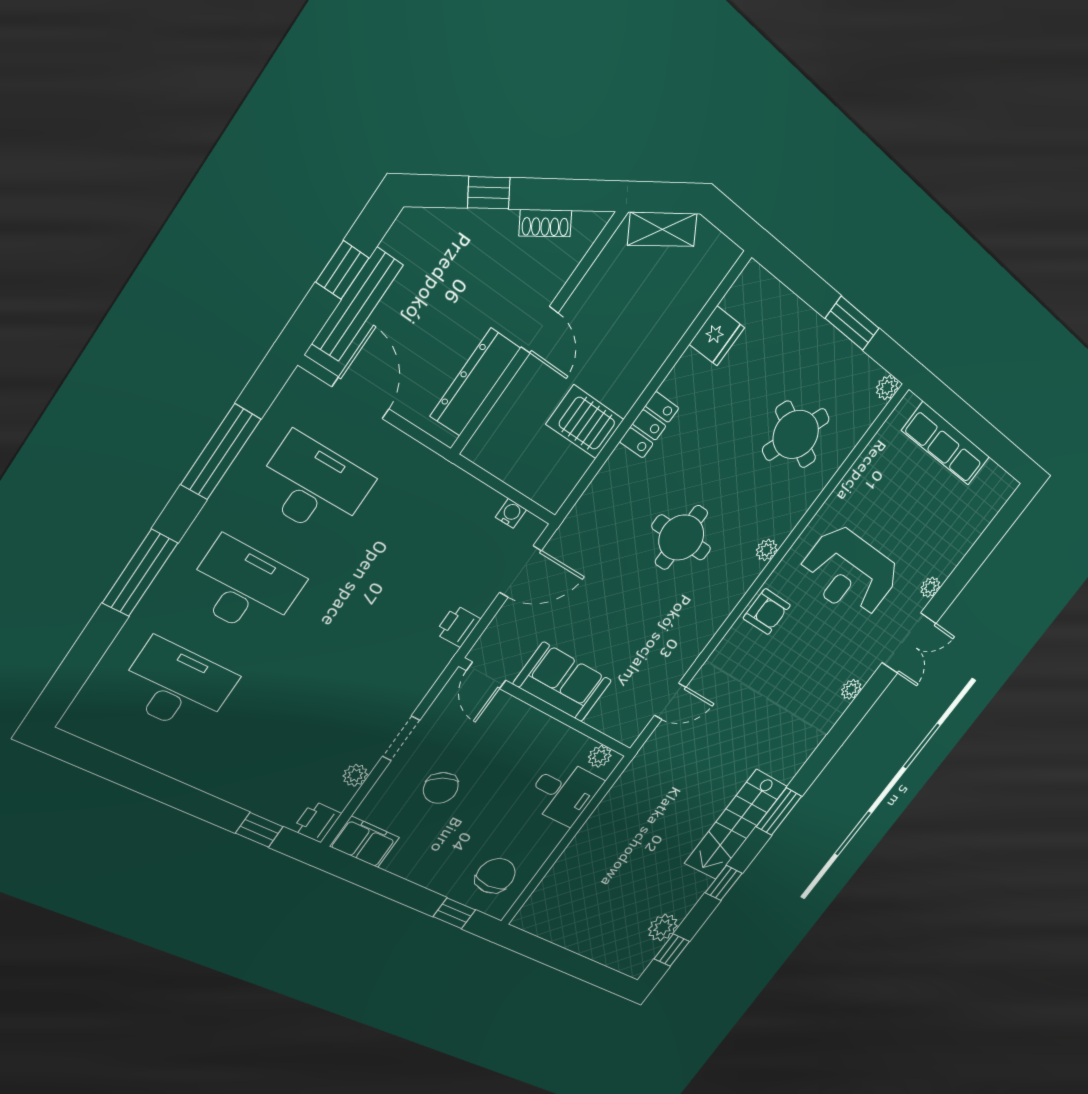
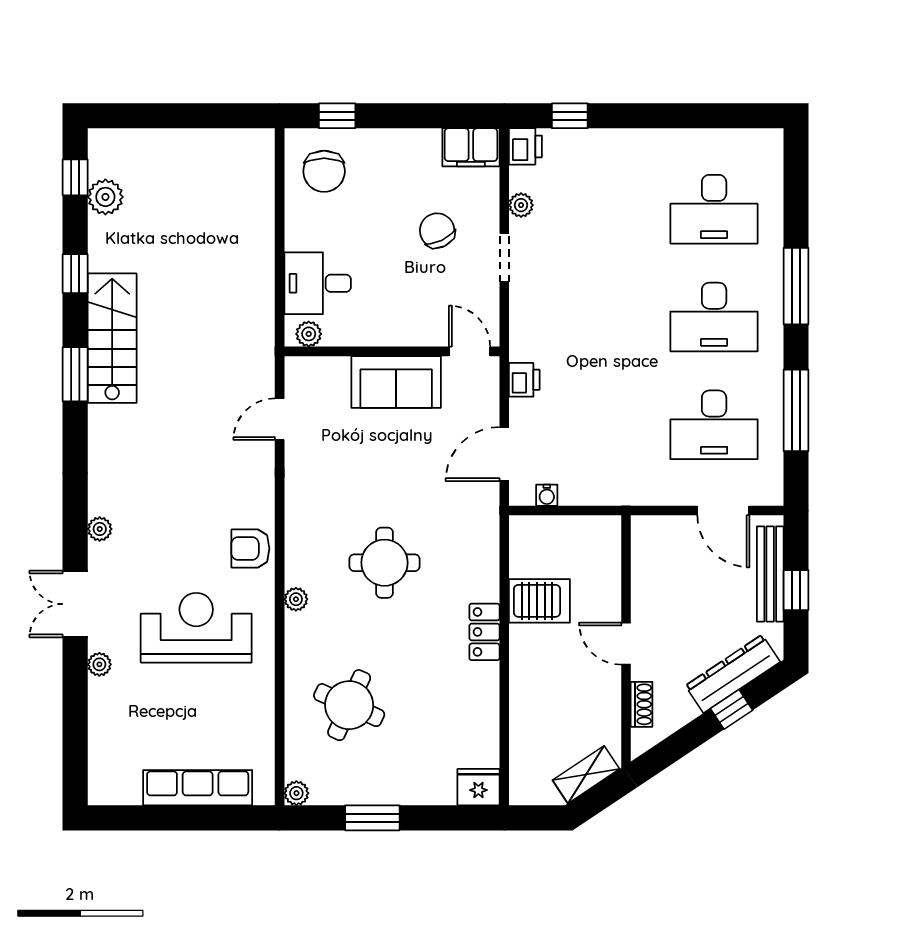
shoe rack: (545, 223) -> (642, 704), moved, turned 124
fridge: (717, 336) -> (478, 787), moved, turned 90
dresser: (475, 382) -> (733, 674), moved, turned -124

